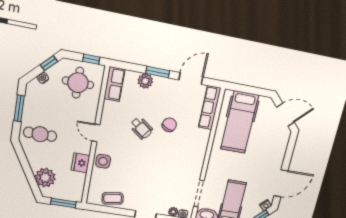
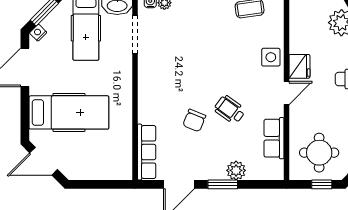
window: (91, 59) -> (322, 184), moved
row of seats: (114, 84) -> (274, 138), moved
hospital bed: (240, 122) -> (69, 112), moved, turned 90
door: (96, 133) -> (286, 93), hinge flipped
fridge: (81, 163) -> (299, 66), moved

